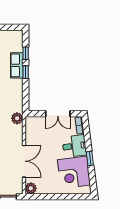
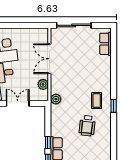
plant: (31, 188) -> (43, 84), moved

